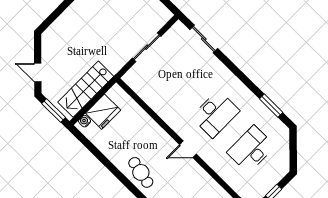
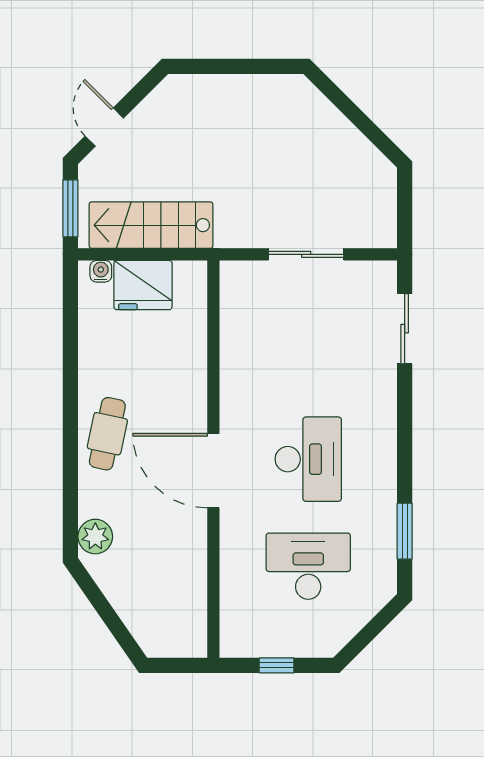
desk: (215, 114) -> (308, 459), turned -90
door: (188, 149) -> (213, 471), width x1.88

